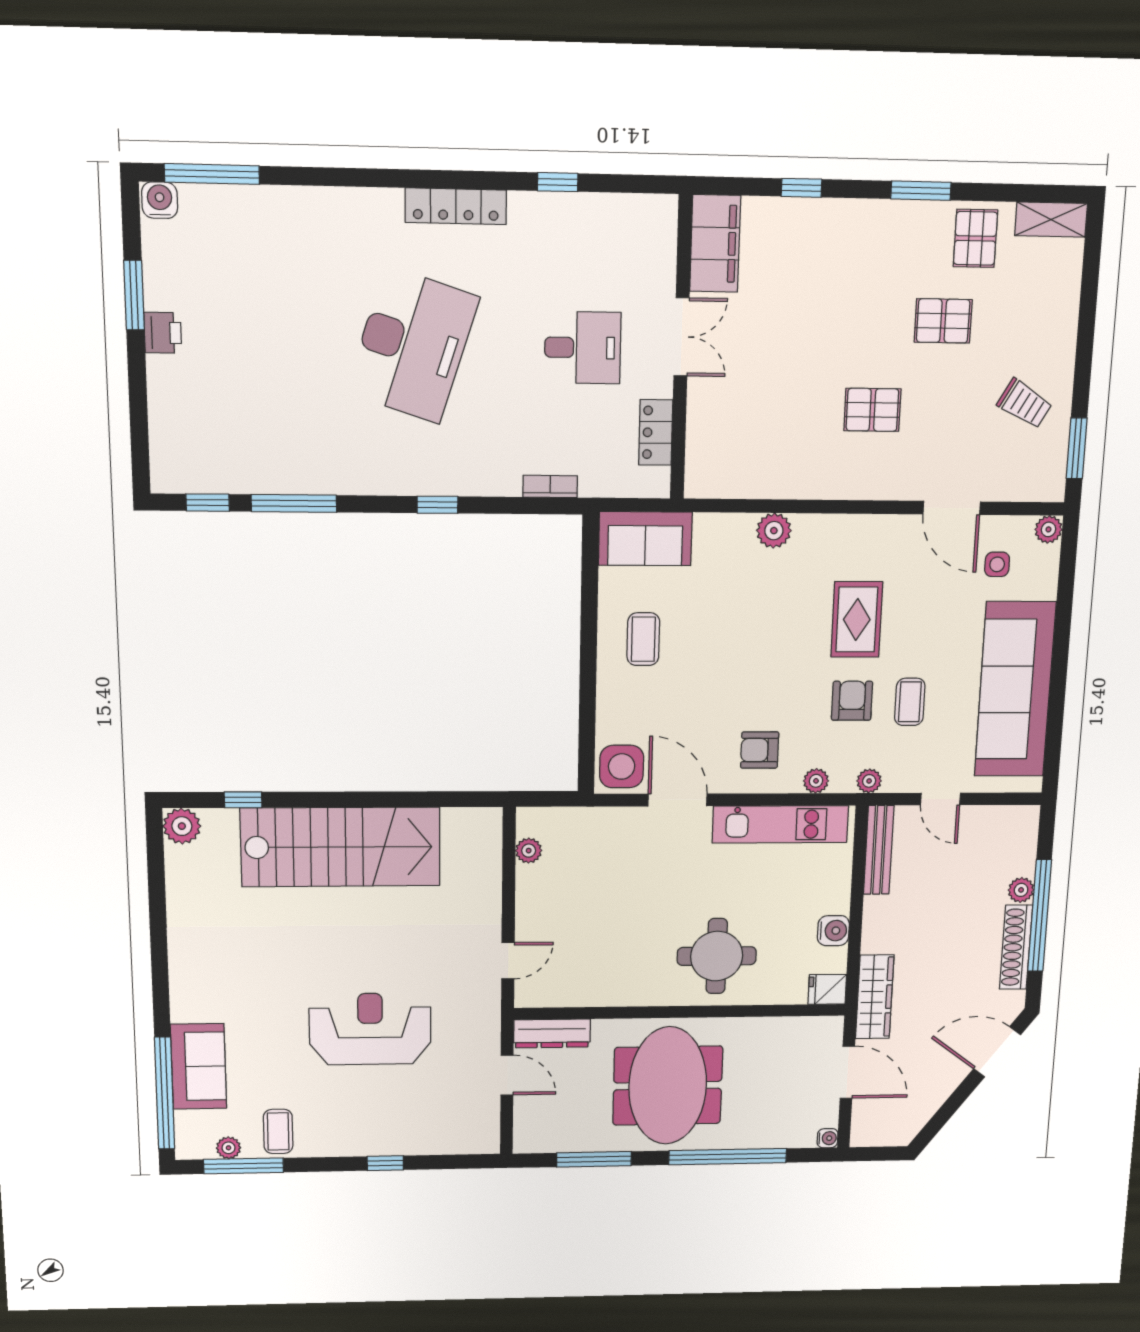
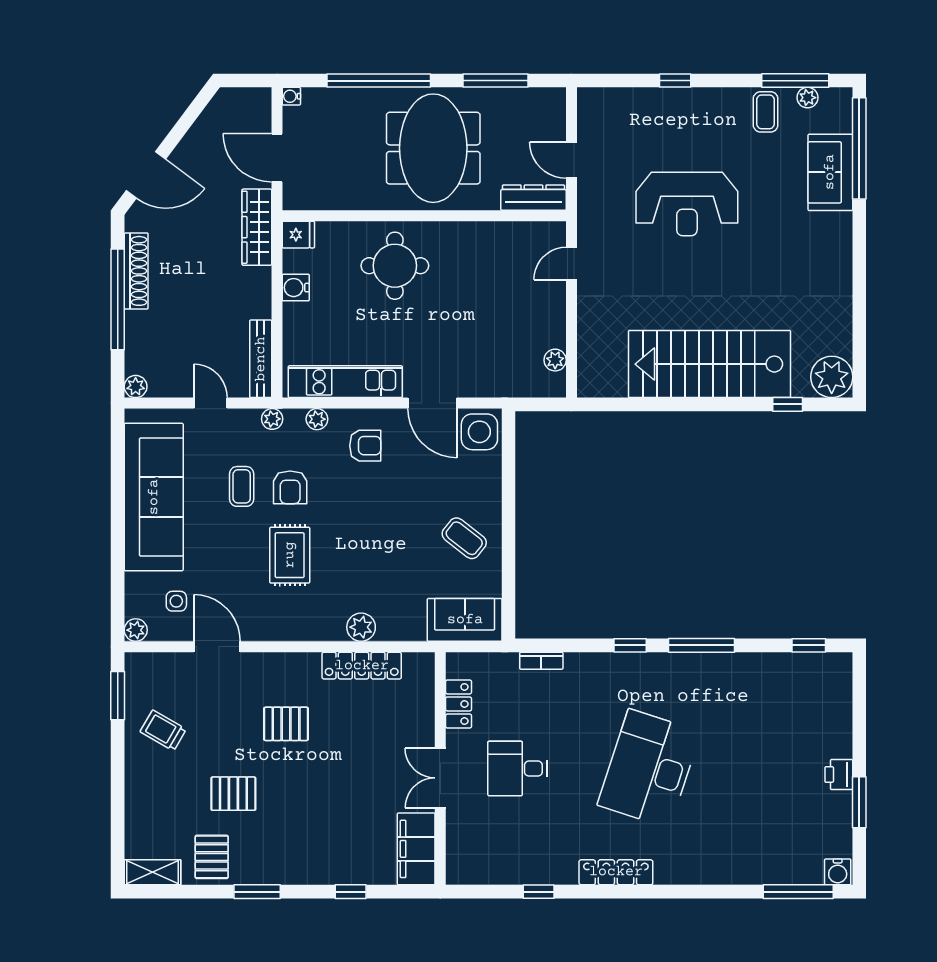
locker: (775, 483) -> (362, 666), added
window: (294, 503) -> (701, 645), moved
coffee table: (643, 639) -> (464, 538), turned -52
plant: (182, 826) -> (832, 377), width x1.36, depth x1.36
plant: (1021, 890) -> (136, 387), moved

